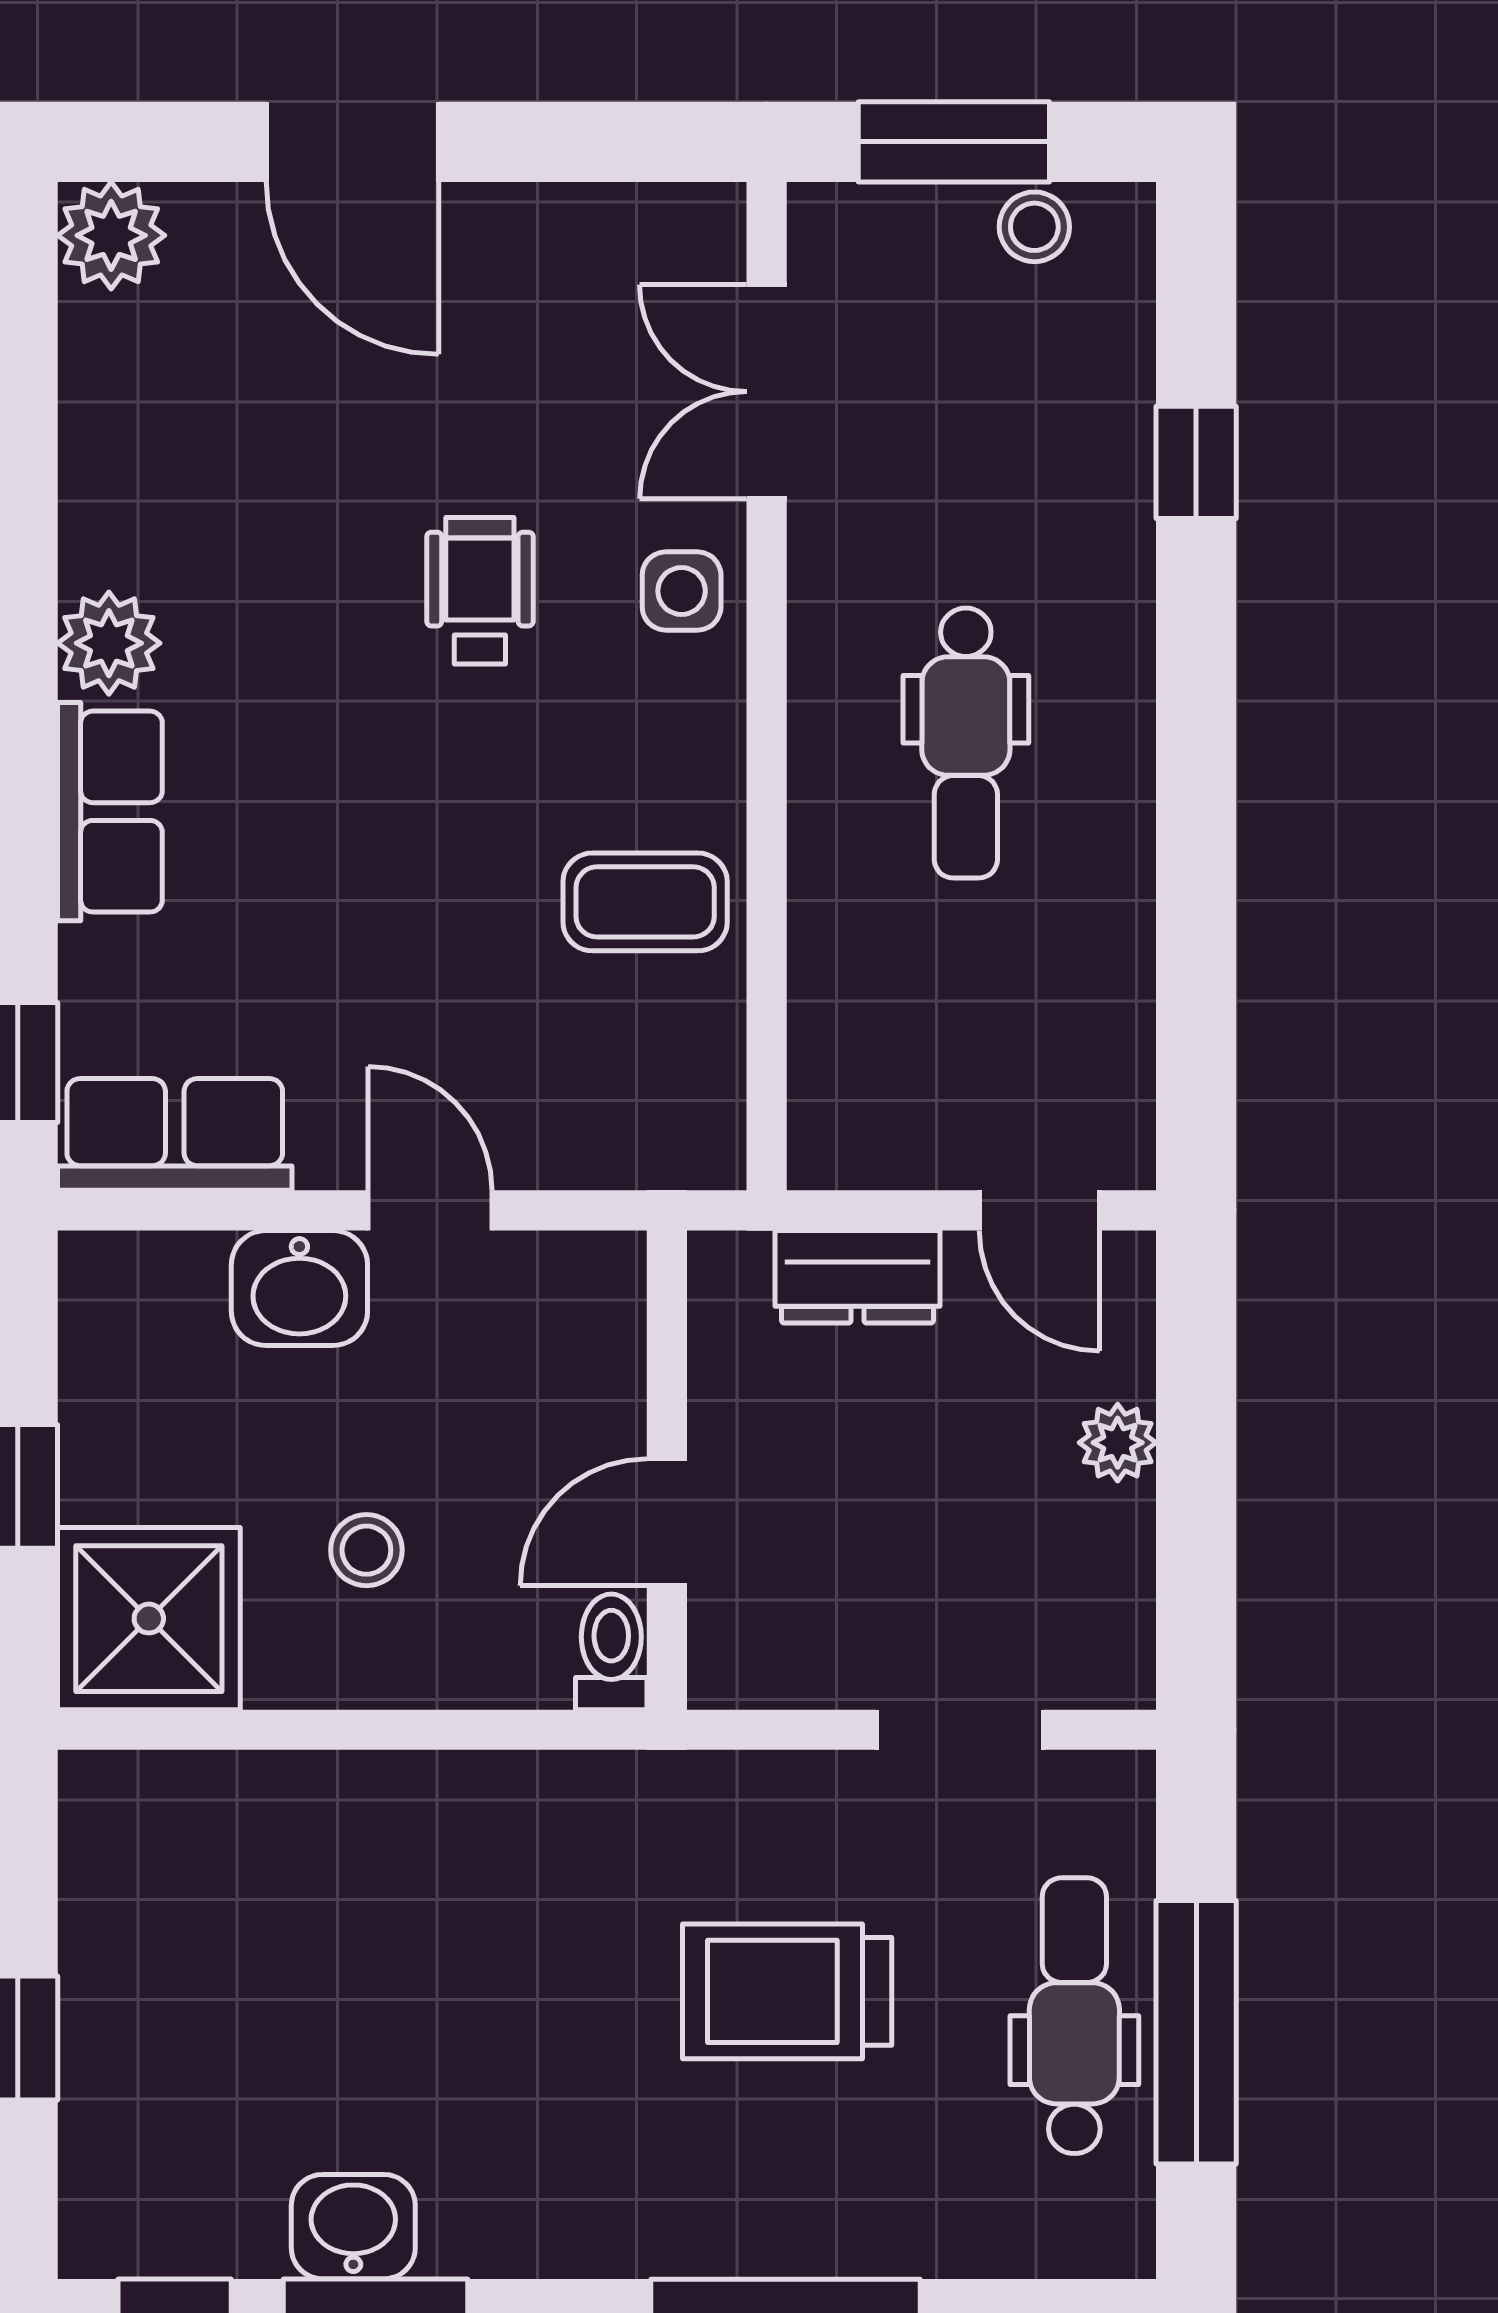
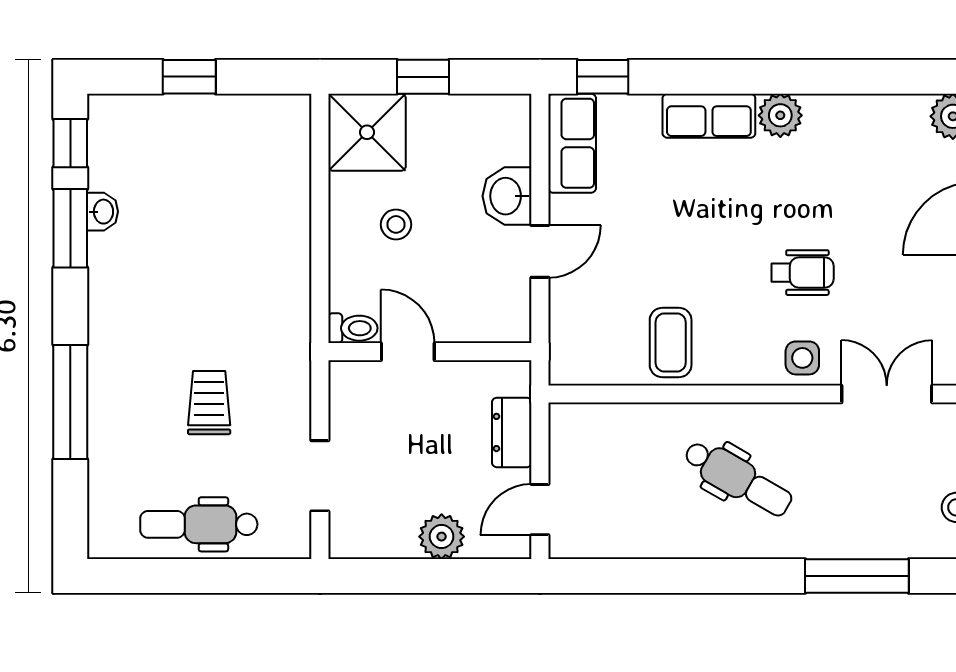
window: (1196, 462) -> (857, 576), width x2.17
dental chair: (966, 743) -> (738, 478), turned -150
plant: (1118, 1443) -> (442, 537), width x1.38, depth x1.38
trolley: (787, 1991) -> (209, 403), width x0.73, depth x0.72
dental chair: (1074, 2016) -> (199, 524), turned 180
window: (1196, 2032) -> (192, 576), removed
washbasin: (353, 2227) -> (103, 212), width x0.72, depth x0.69

